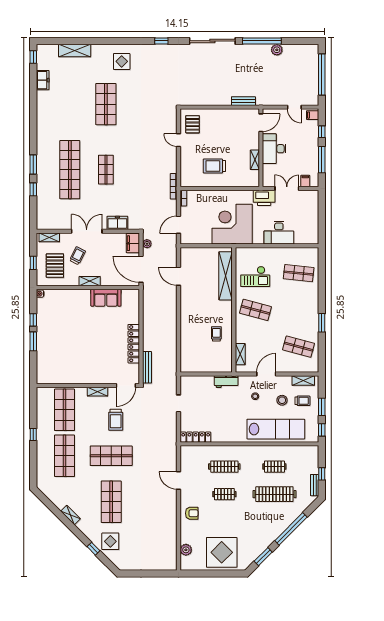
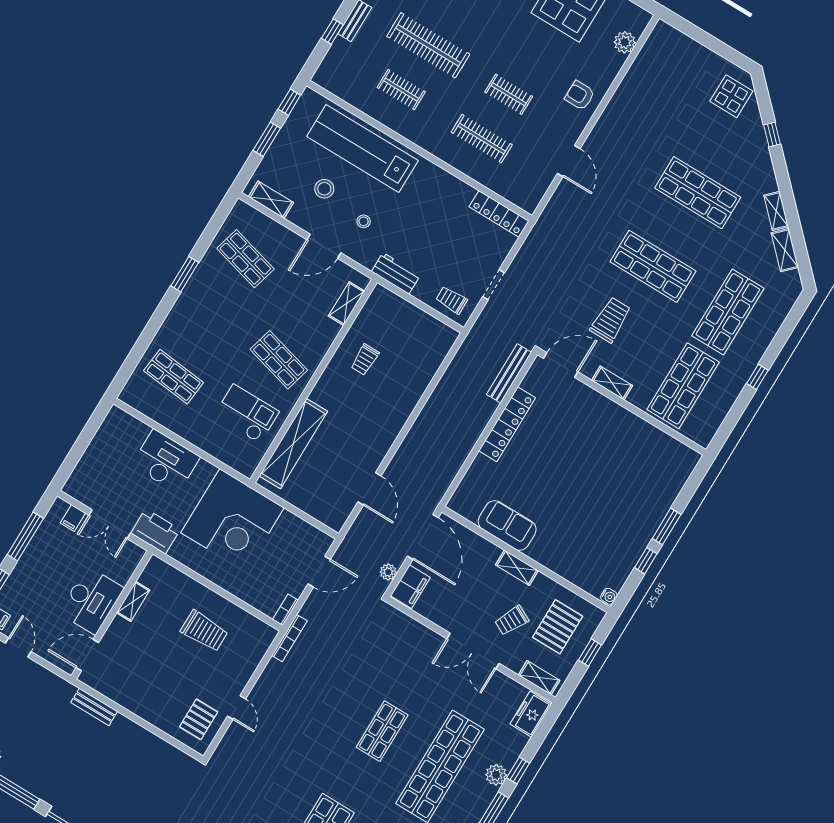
plant: (42, 181) -> (496, 775), added
freezer: (117, 223) -> (531, 714), moved, turned 90
trolley: (303, 401) -> (452, 300), moved
shelving: (56, 500) -> (785, 250), added
shop shelf: (111, 502) -> (698, 193), turned 90
display table: (110, 541) -> (731, 96), moved

